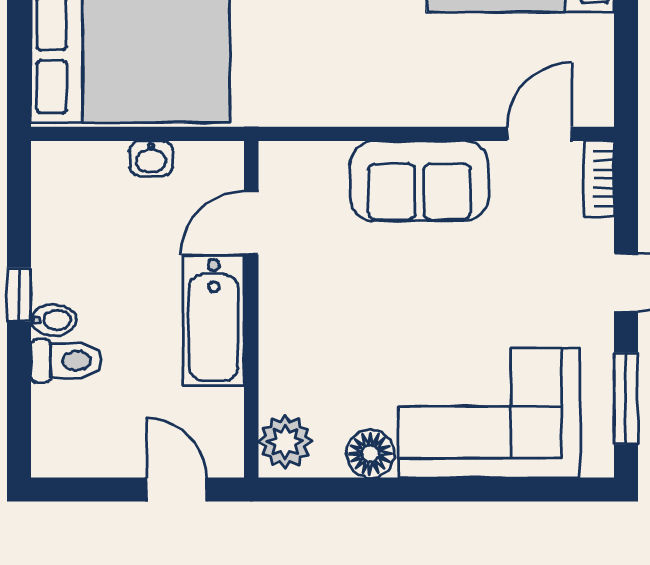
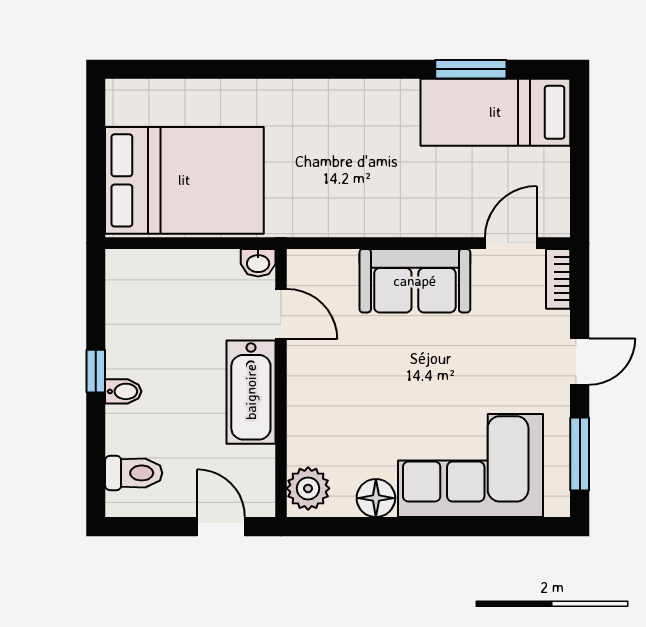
washbasin: (151, 159) -> (258, 263), moved
door: (251, 223) -> (281, 314), swing flipped
toilet: (67, 361) -> (134, 473), moved

